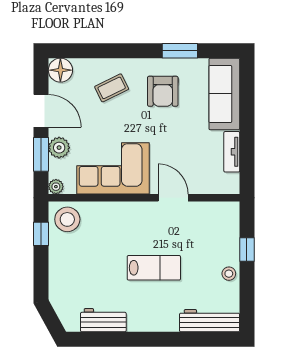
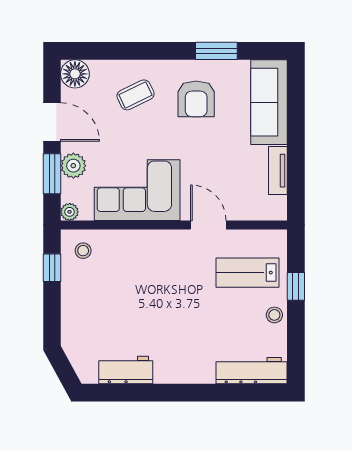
stool: (67, 219) -> (83, 251), width x0.53, depth x0.53
lab bench: (154, 268) -> (248, 273), moved, turned 180

